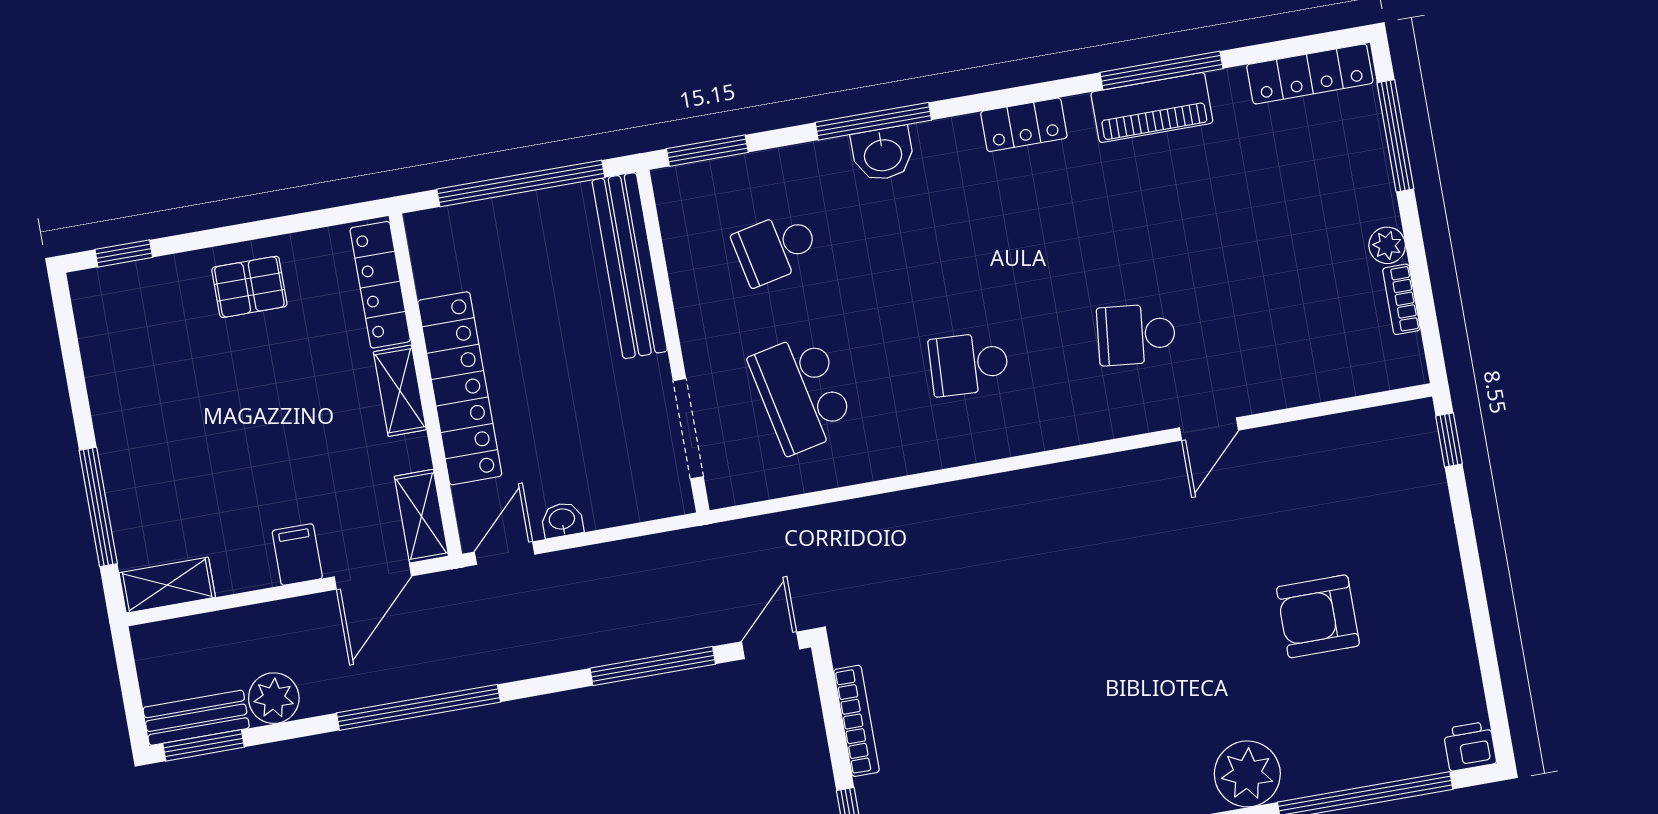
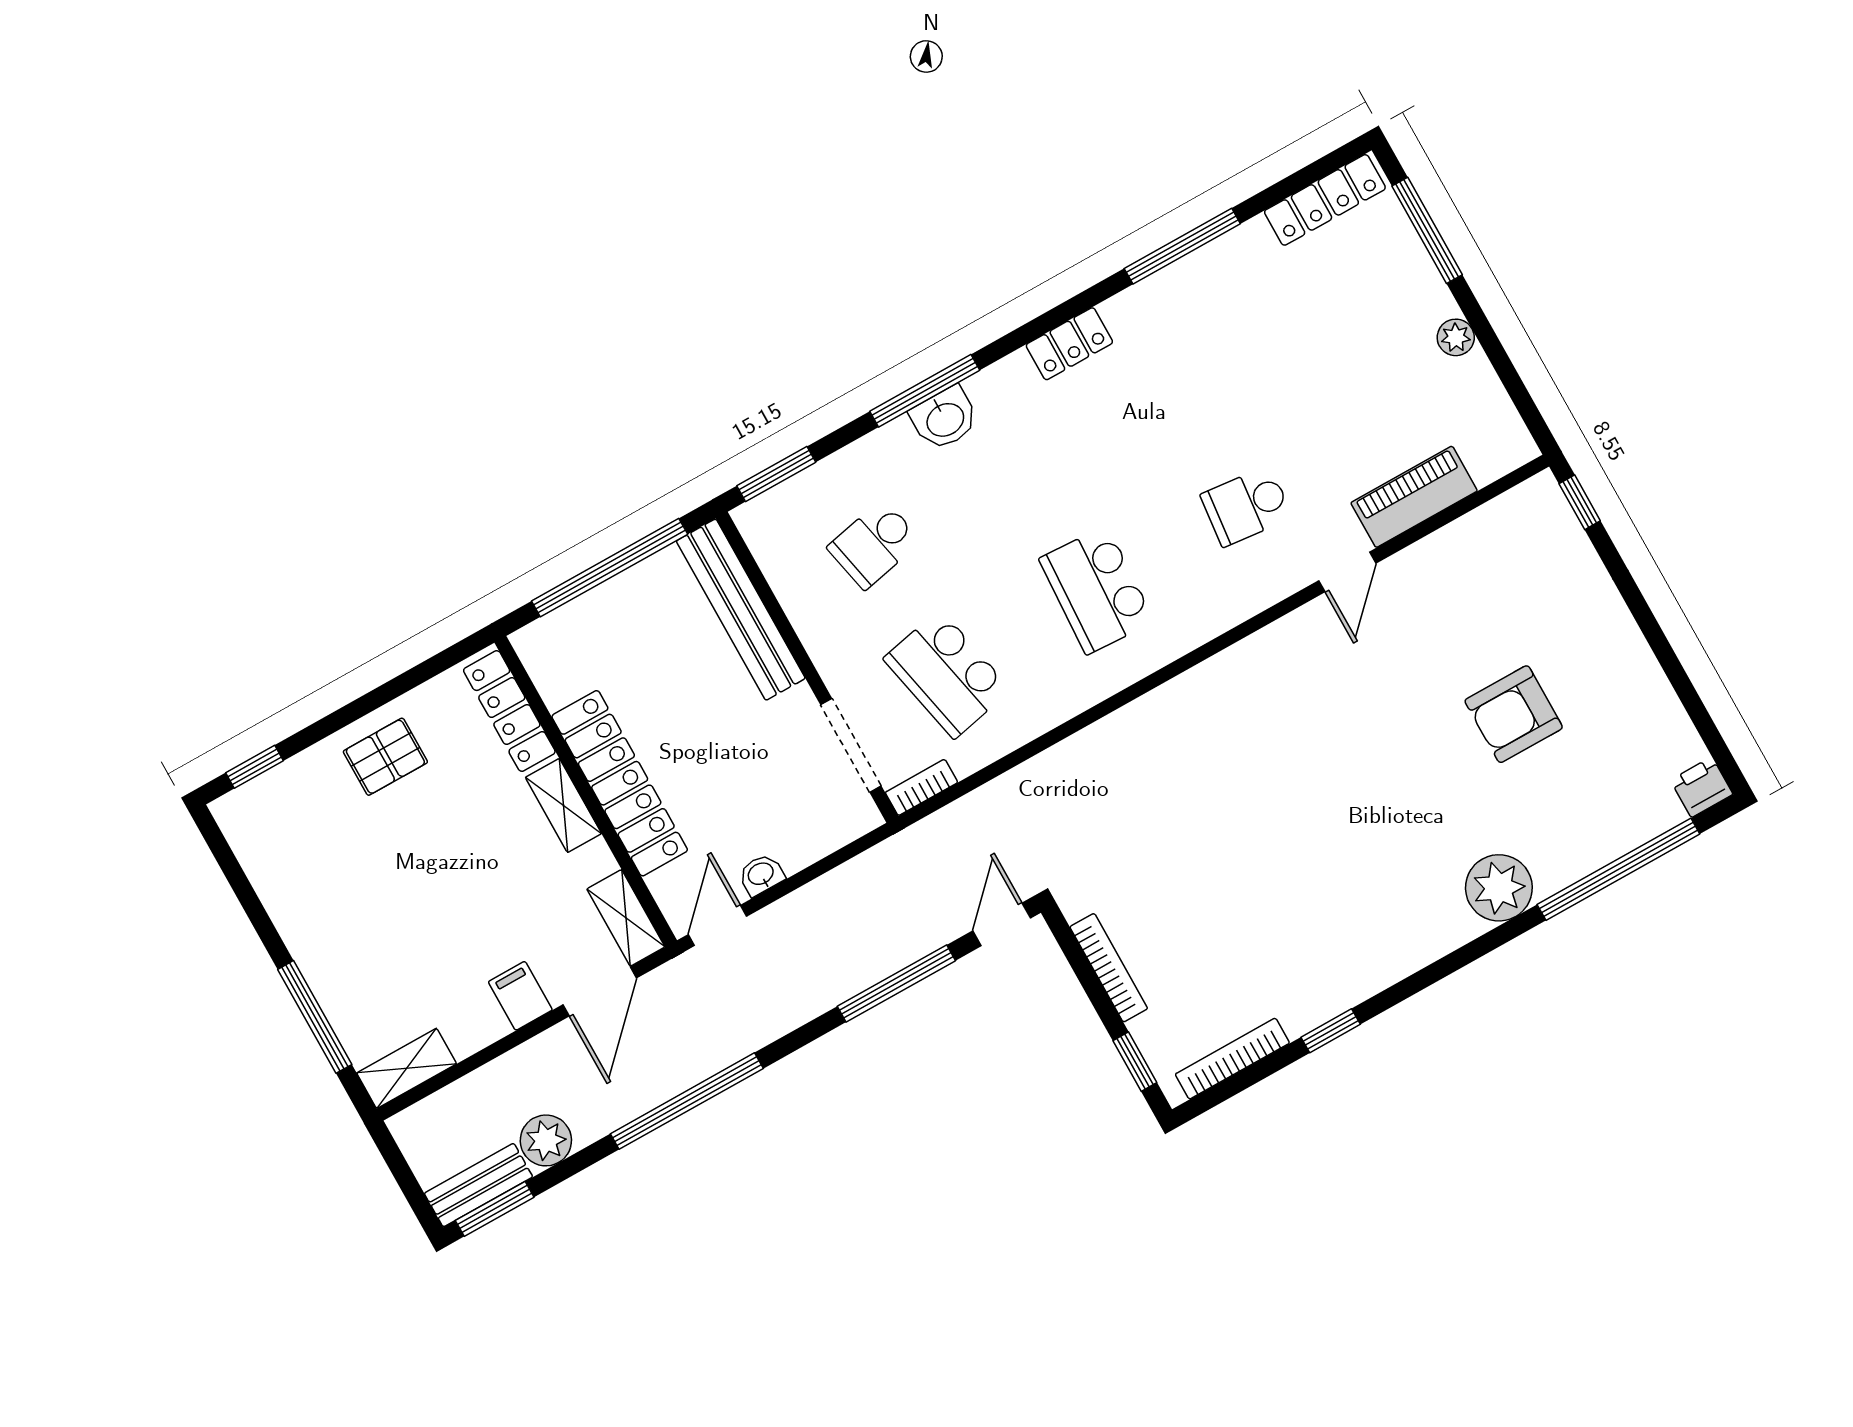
piano: (1152, 108) -> (1414, 497), moved, turned 180
bookcase: (1401, 299) -> (921, 787), moved, turned 90
school desk: (969, 364) -> (1097, 590), width x1.85

